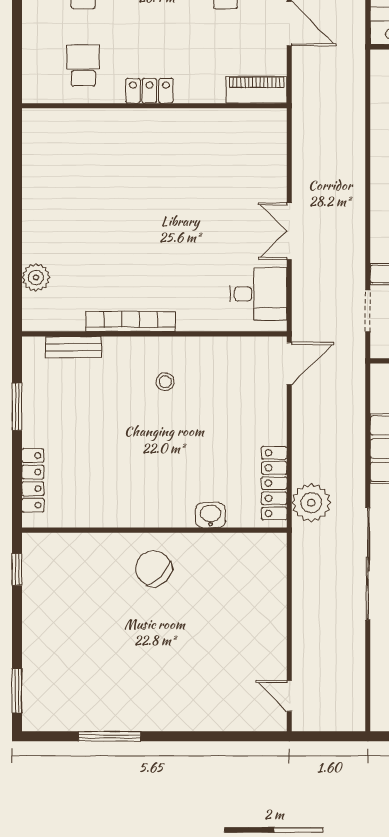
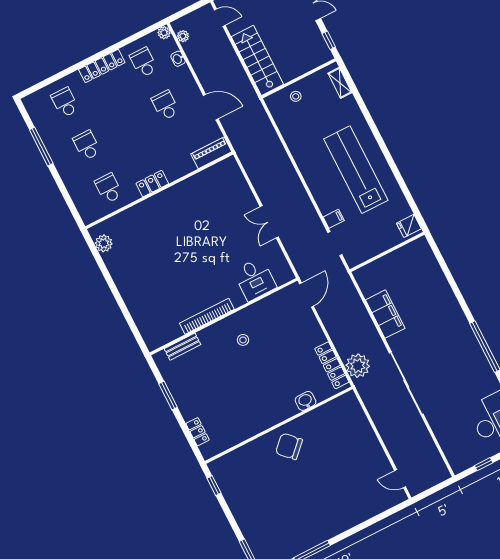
plant: (36, 277) -> (104, 243), moved
desk: (258, 294) -> (255, 279), moved, turned 90
locker: (33, 480) -> (198, 432), width x0.66

